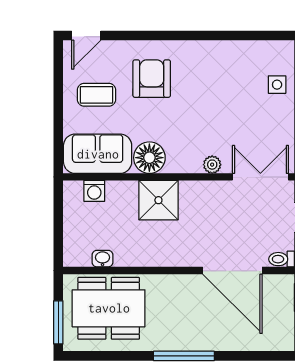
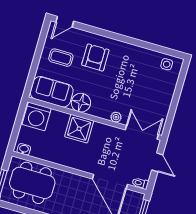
side table: (277, 85) -> (167, 64), moved
washing machine: (94, 191) -> (37, 116), width x1.89, depth x1.89
washbasin: (103, 259) -> (24, 149), moved

